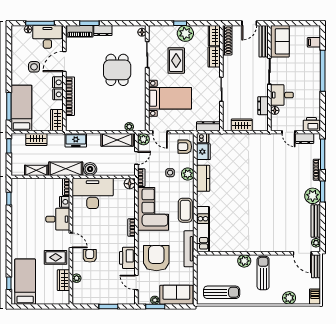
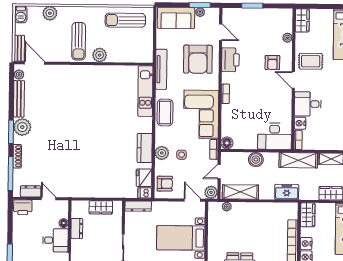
boiler: (90, 169) -> (256, 160), moved
desk: (93, 193) -> (275, 136), width x0.73, depth x0.77
wardrobe: (64, 280) -> (302, 20), moved

